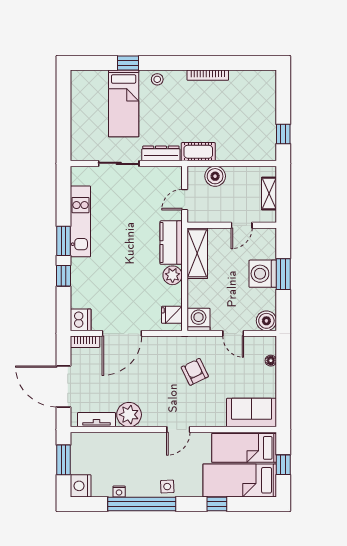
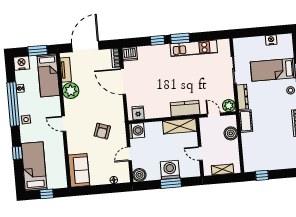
nightstand: (78, 102) -> (271, 40), added
plant: (173, 275) -> (229, 106), moved
armchair: (195, 372) -> (102, 131), turned 135
bed: (244, 448) -> (48, 75), moved, turned 180

